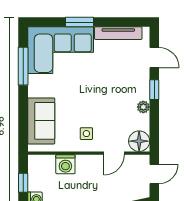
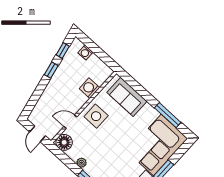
side table: (86, 134) -> (96, 116), width x1.87, depth x1.87
door: (114, 153) -> (70, 122), hinge flipped
window: (23, 183) -> (101, 54), removed

